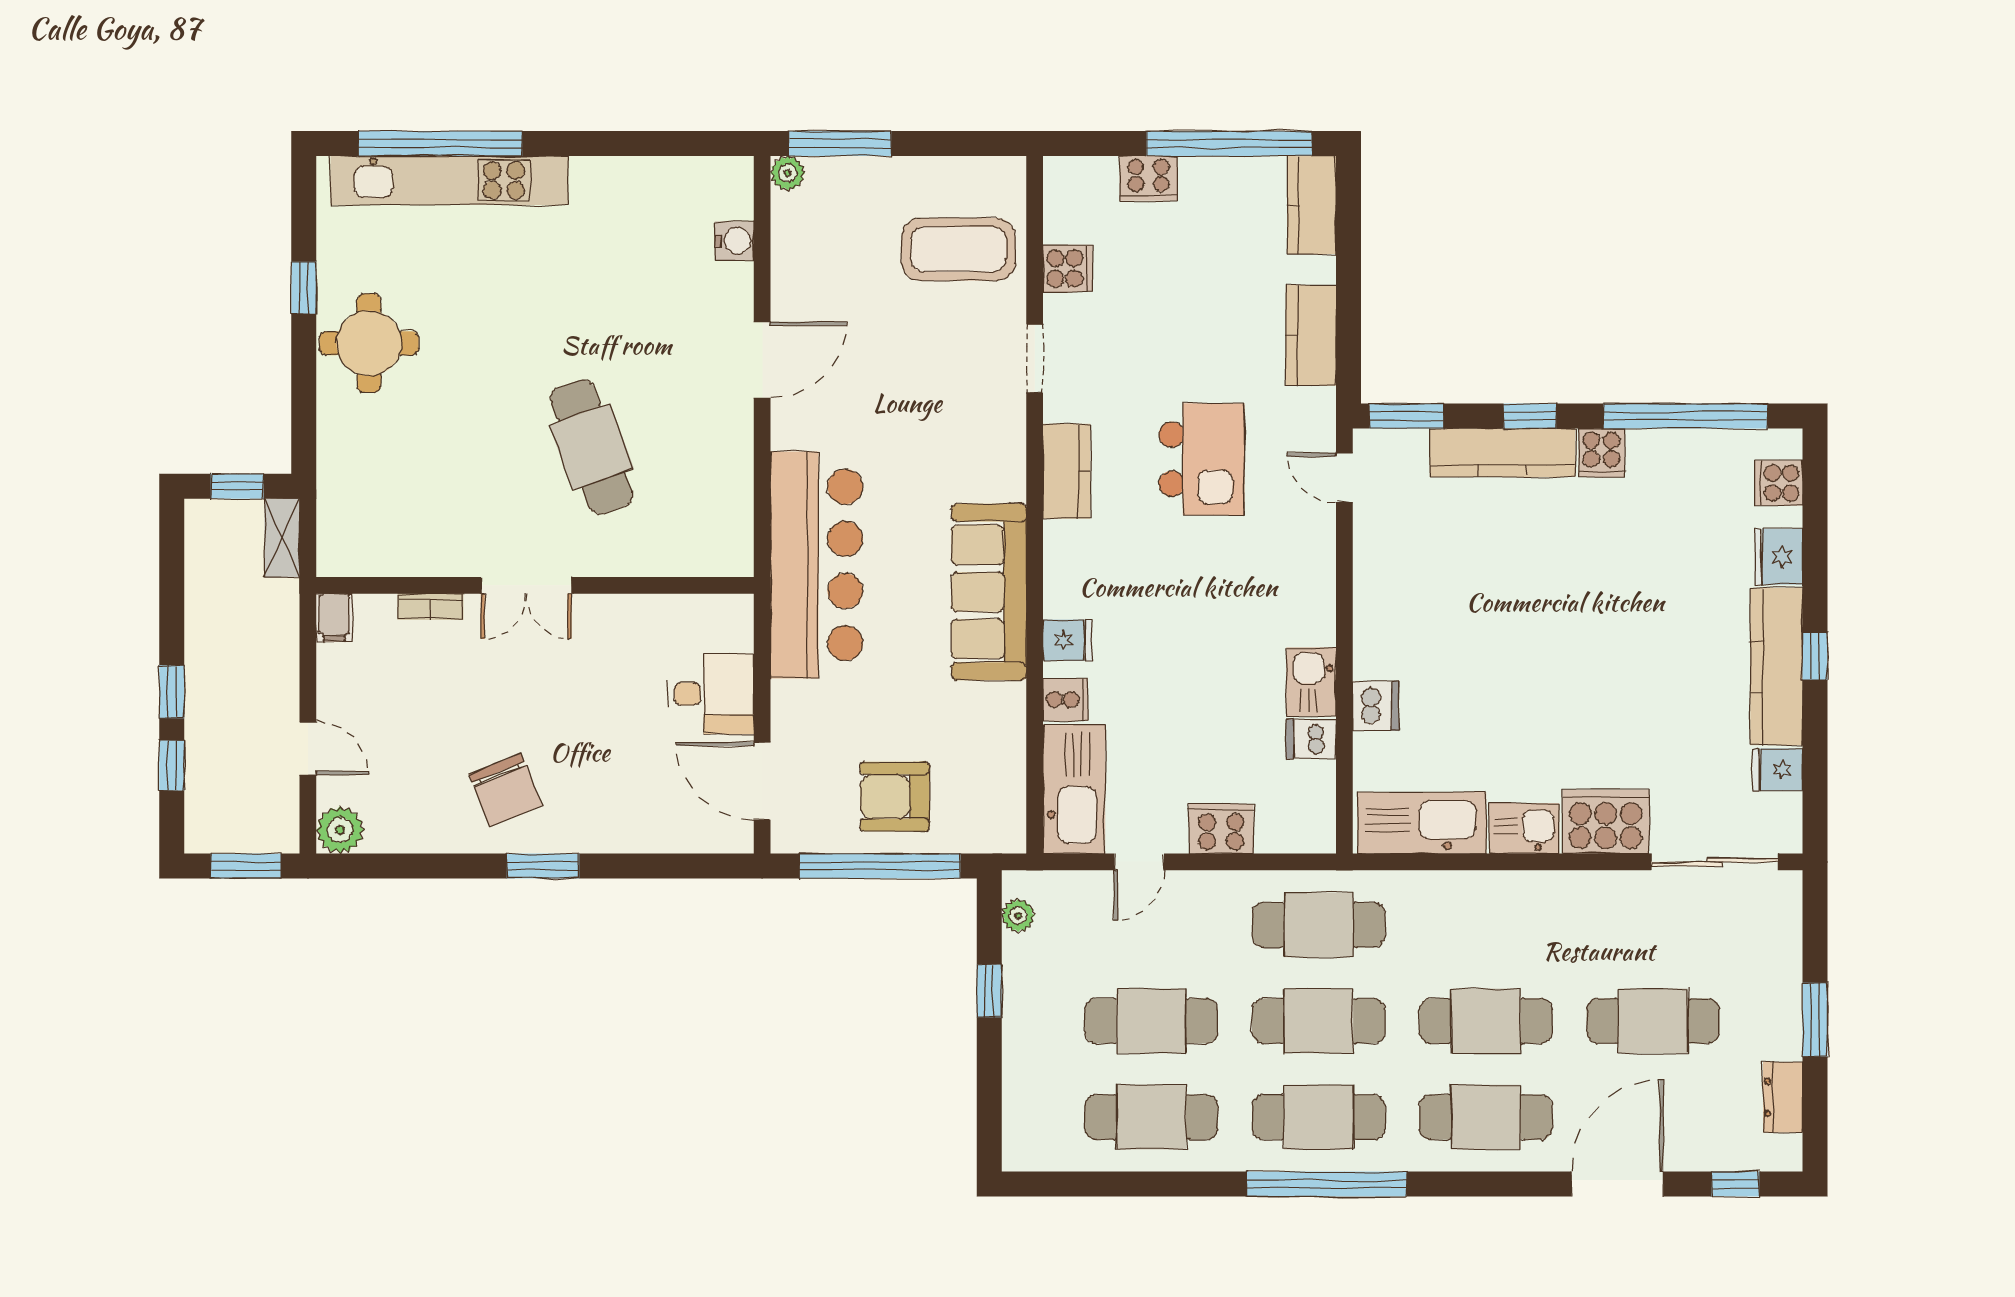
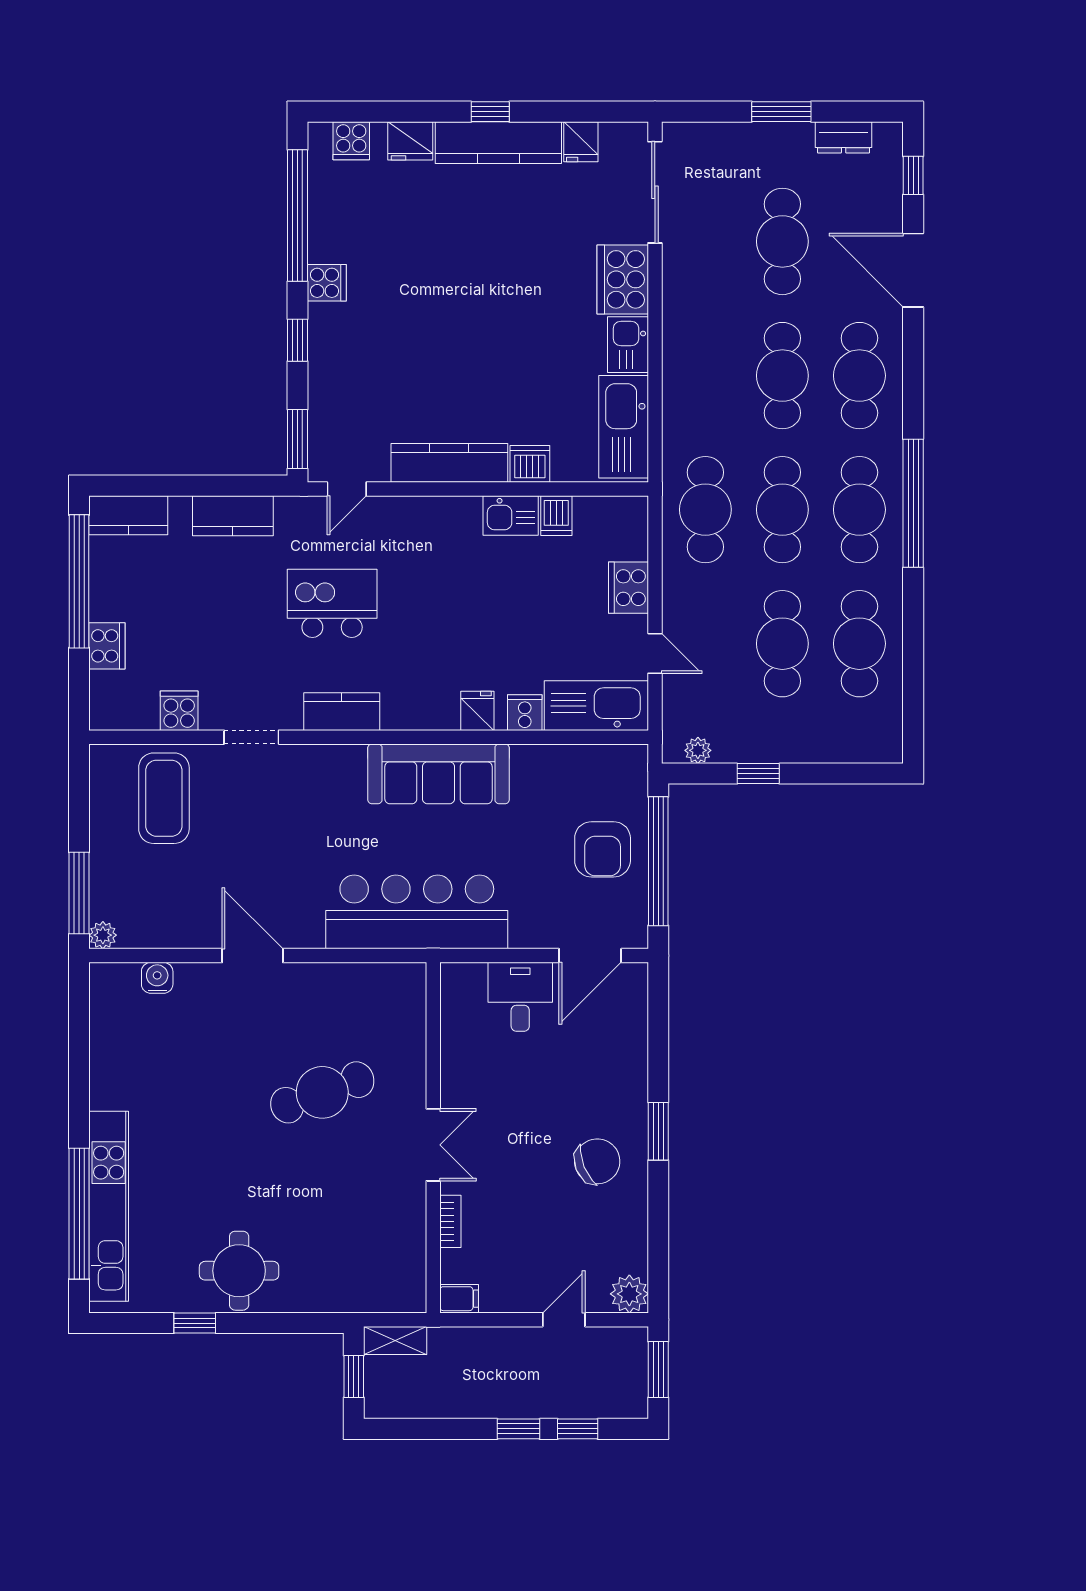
kitchen counter: (1503, 453) -> (449, 463), moved, turned -90

